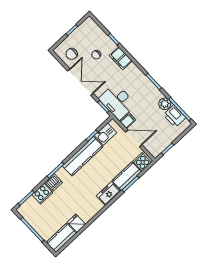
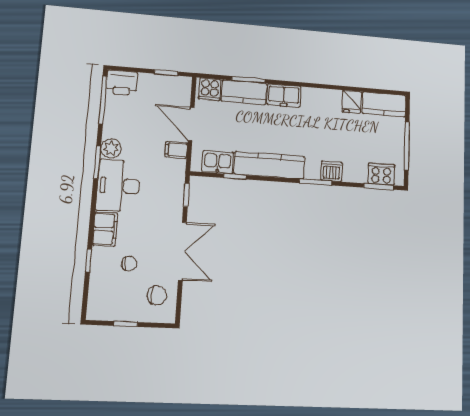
double door: (80, 82) -> (182, 251), swing flipped
desk: (117, 102) -> (118, 186), moved, turned 180
plant: (165, 104) -> (111, 148), moved
printer: (174, 116) -> (122, 83), moved, turned 90
cooker: (42, 194) -> (381, 174), moved

